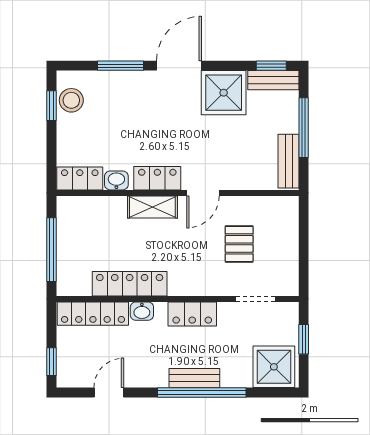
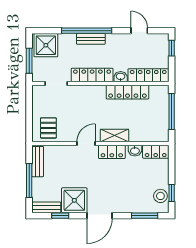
window: (120, 66) -> (145, 216), moved
window: (271, 66) -> (60, 216), moved
pallet: (239, 244) -> (48, 128), moved
locker: (192, 314) -> (92, 75), width x1.53
window: (304, 339) -> (29, 61), width x1.50
door: (109, 392) -> (139, 31), swing flipped

